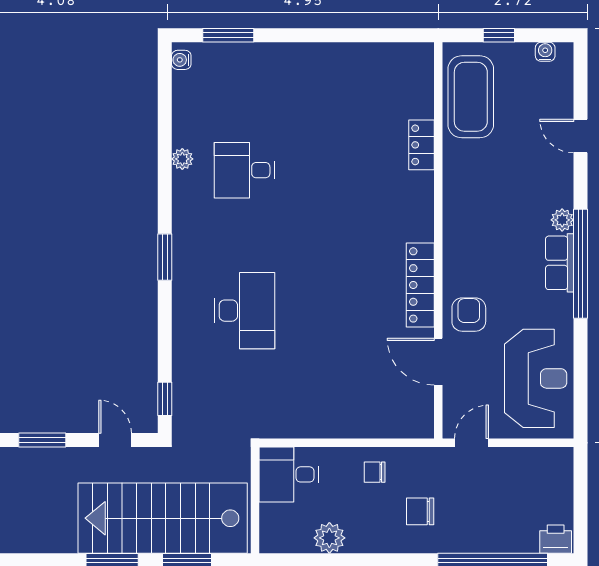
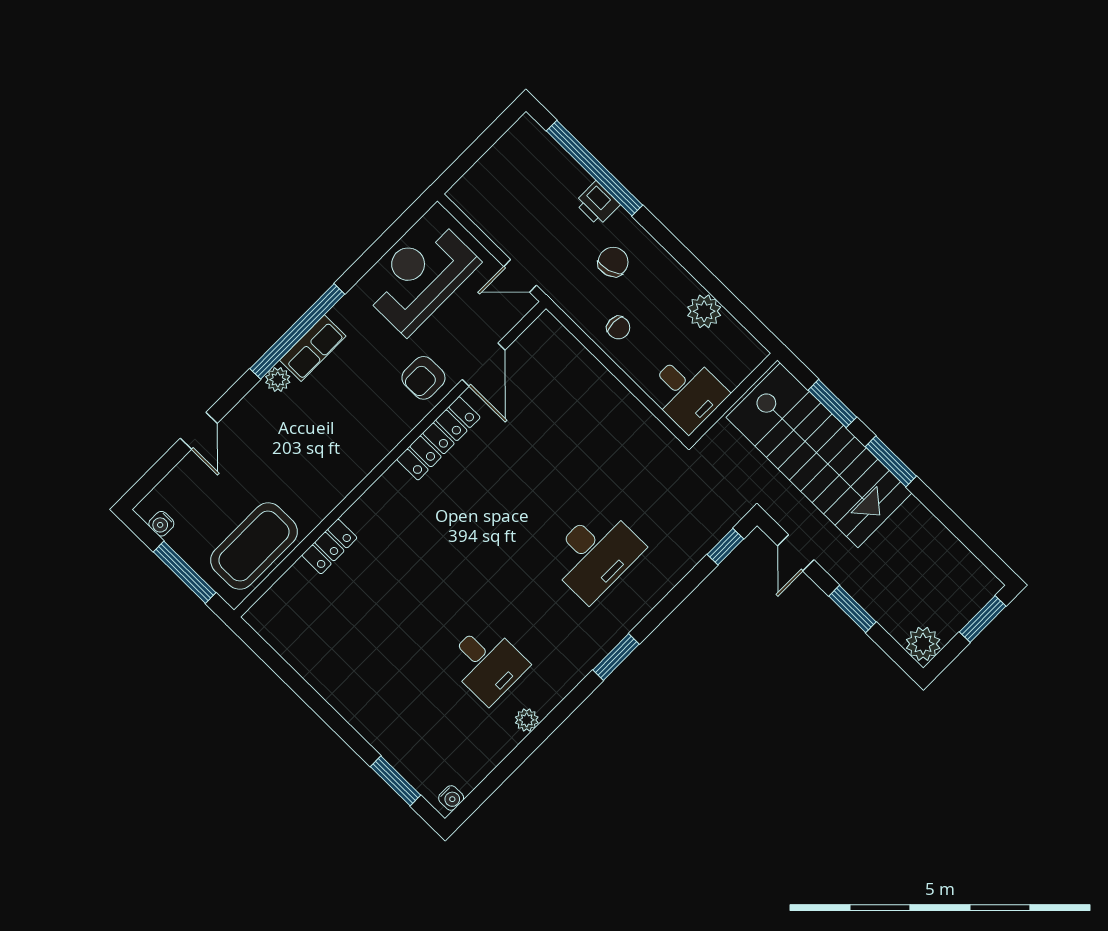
window: (499, 35) -> (185, 572), width x2.17
desk: (245, 311) -> (595, 554), turned 180
chair: (420, 511) -> (613, 262), turned -107
printer: (556, 539) -> (597, 204), moved

